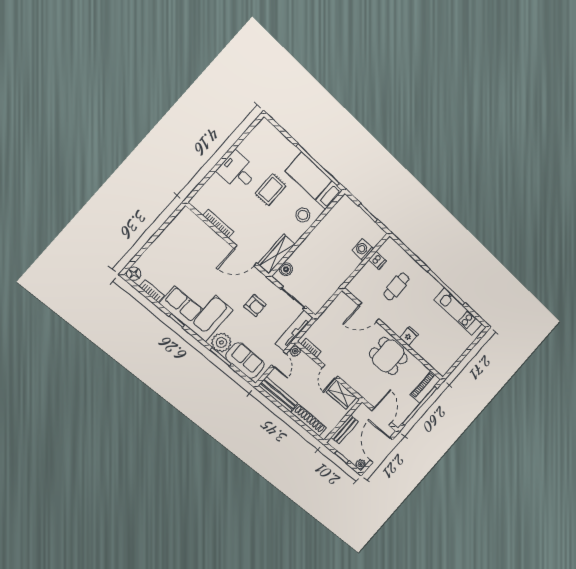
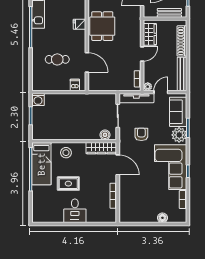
washing machine: (363, 250) -> (38, 100), moved
dishwasher: (378, 260) -> (75, 85), moved
floor lamp: (134, 274) -> (162, 218), moved

